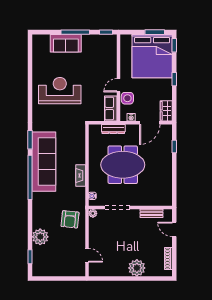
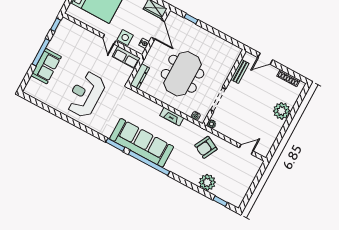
dresser: (113, 129) -> (140, 76), moved
armchair: (70, 219) -> (206, 147), turned 111

